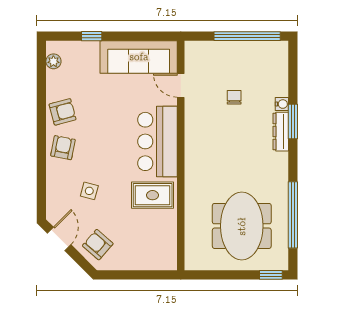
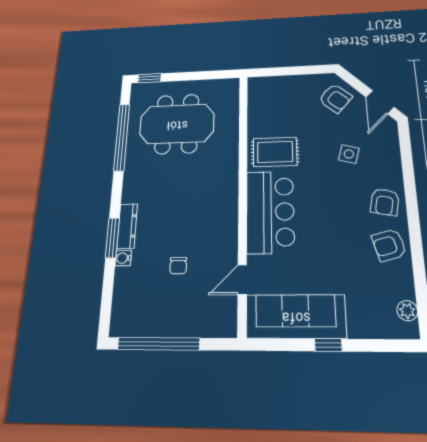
window: (92, 36) -> (328, 345), moved
door: (181, 85) -> (242, 280), swing flipped
meeting table: (242, 226) -> (177, 124), turned 90

